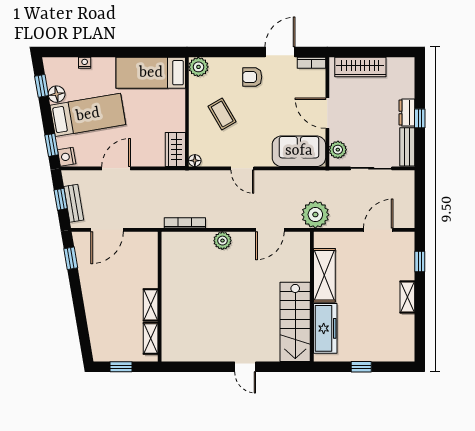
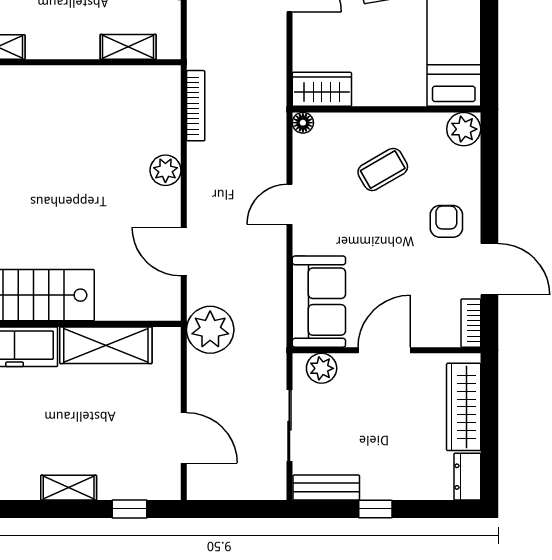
dresser: (407, 113) -> (467, 477), moved, turned -90
shelving: (151, 305) -> (128, 47), moved

